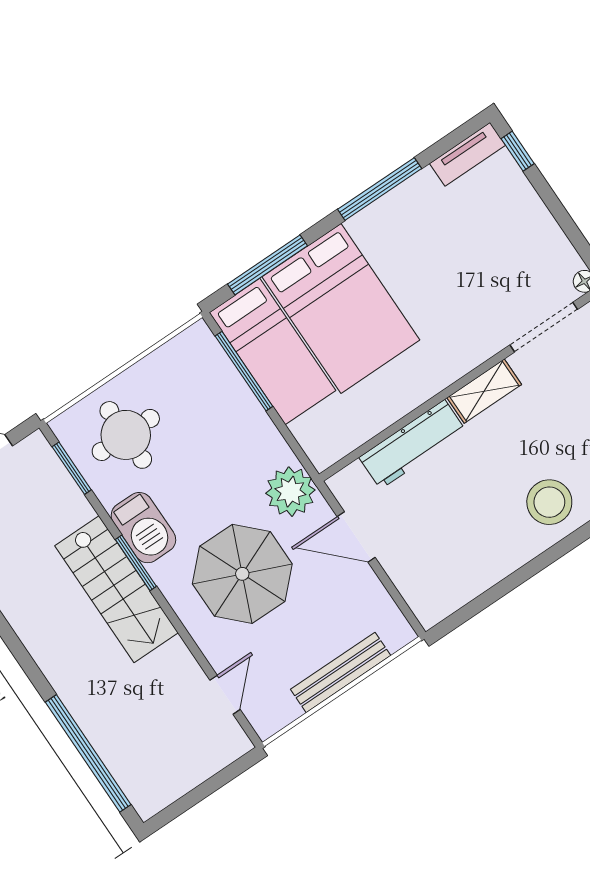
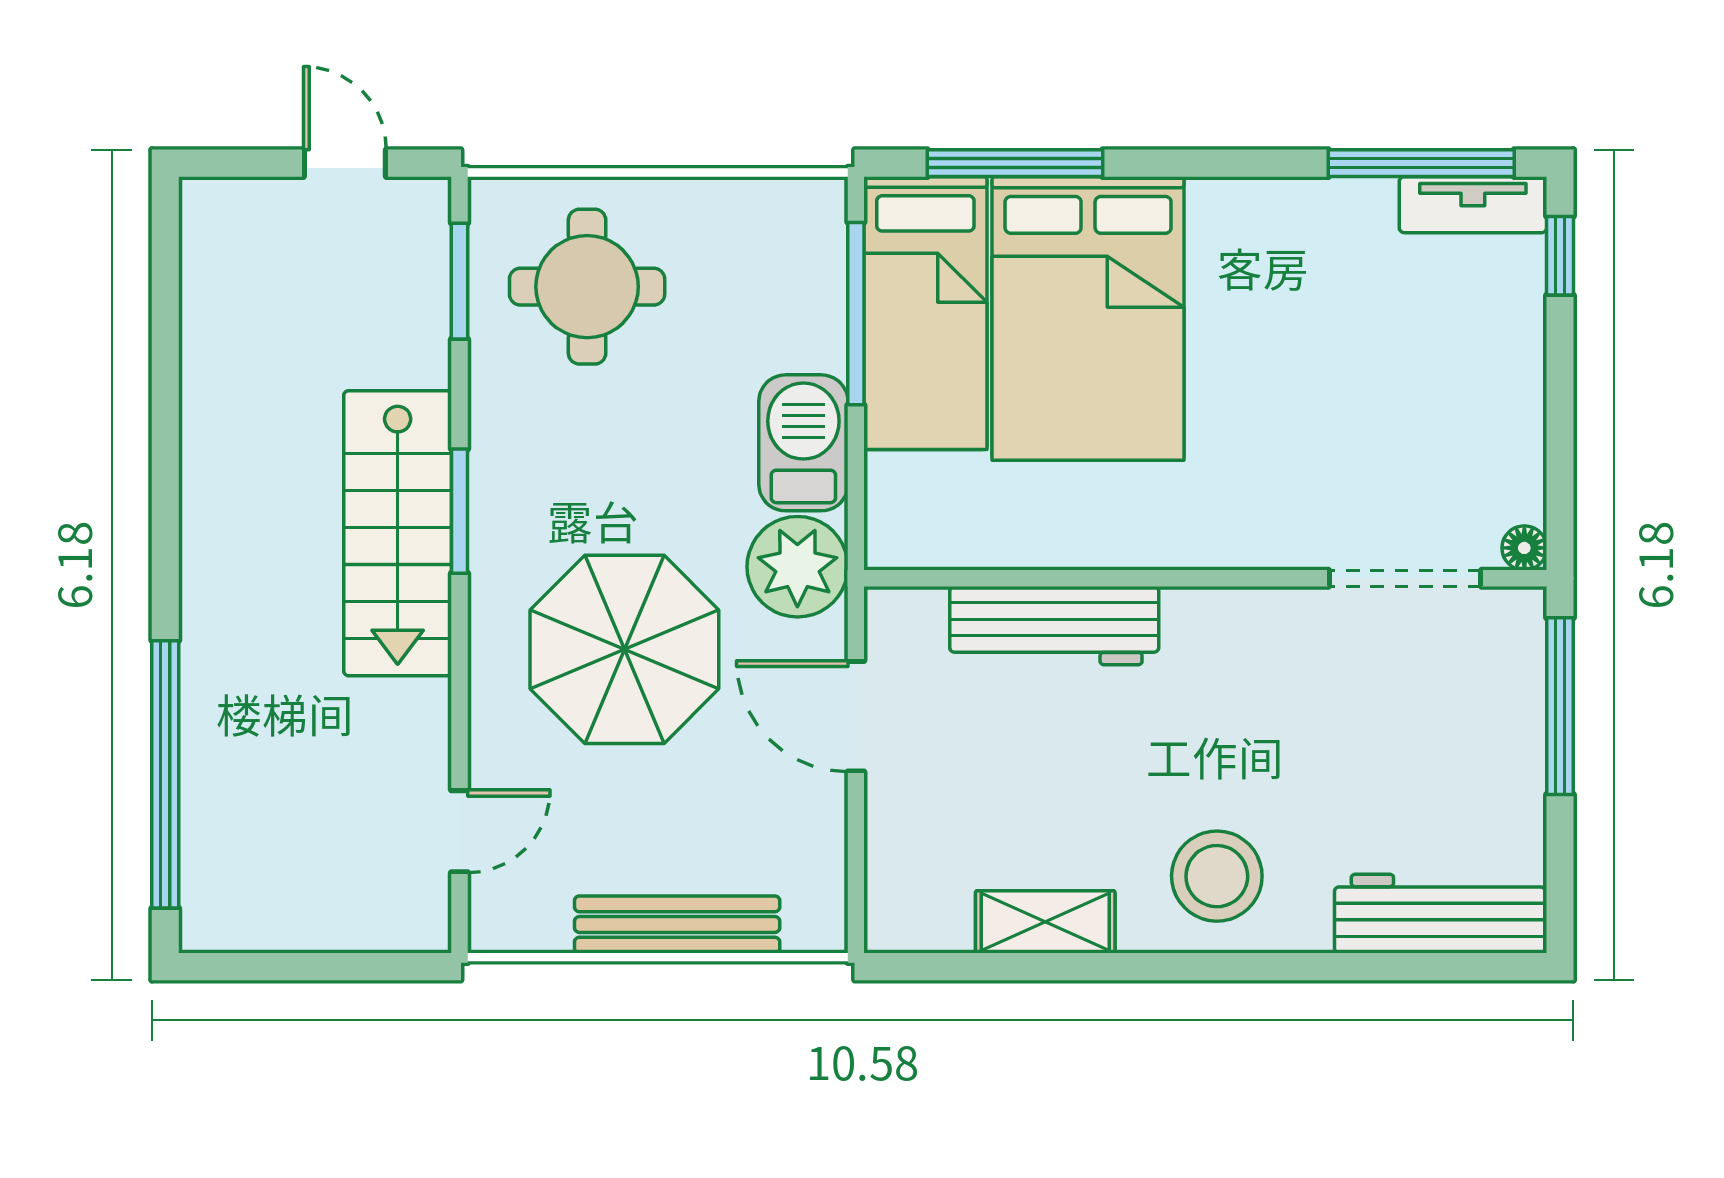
window: (380, 189) -> (1421, 163), moved
shelving: (484, 391) -> (1045, 922), moved
barbecue: (143, 528) -> (803, 443), moved, turned 180

